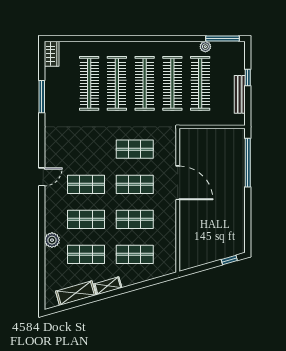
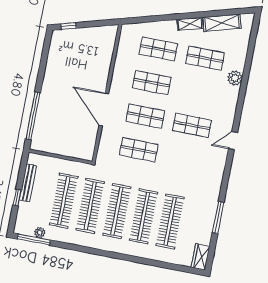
plant: (205, 47) -> (40, 233), moved
shop shelf: (86, 219) -> (198, 92), removed

